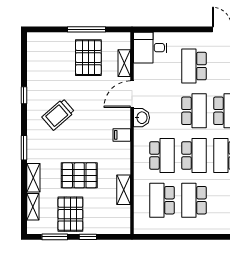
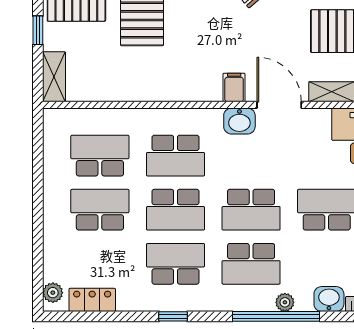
filing cabinet: (122, 135) -> (234, 87), moved
shelving: (124, 190) -> (54, 77), moved, turned 90

